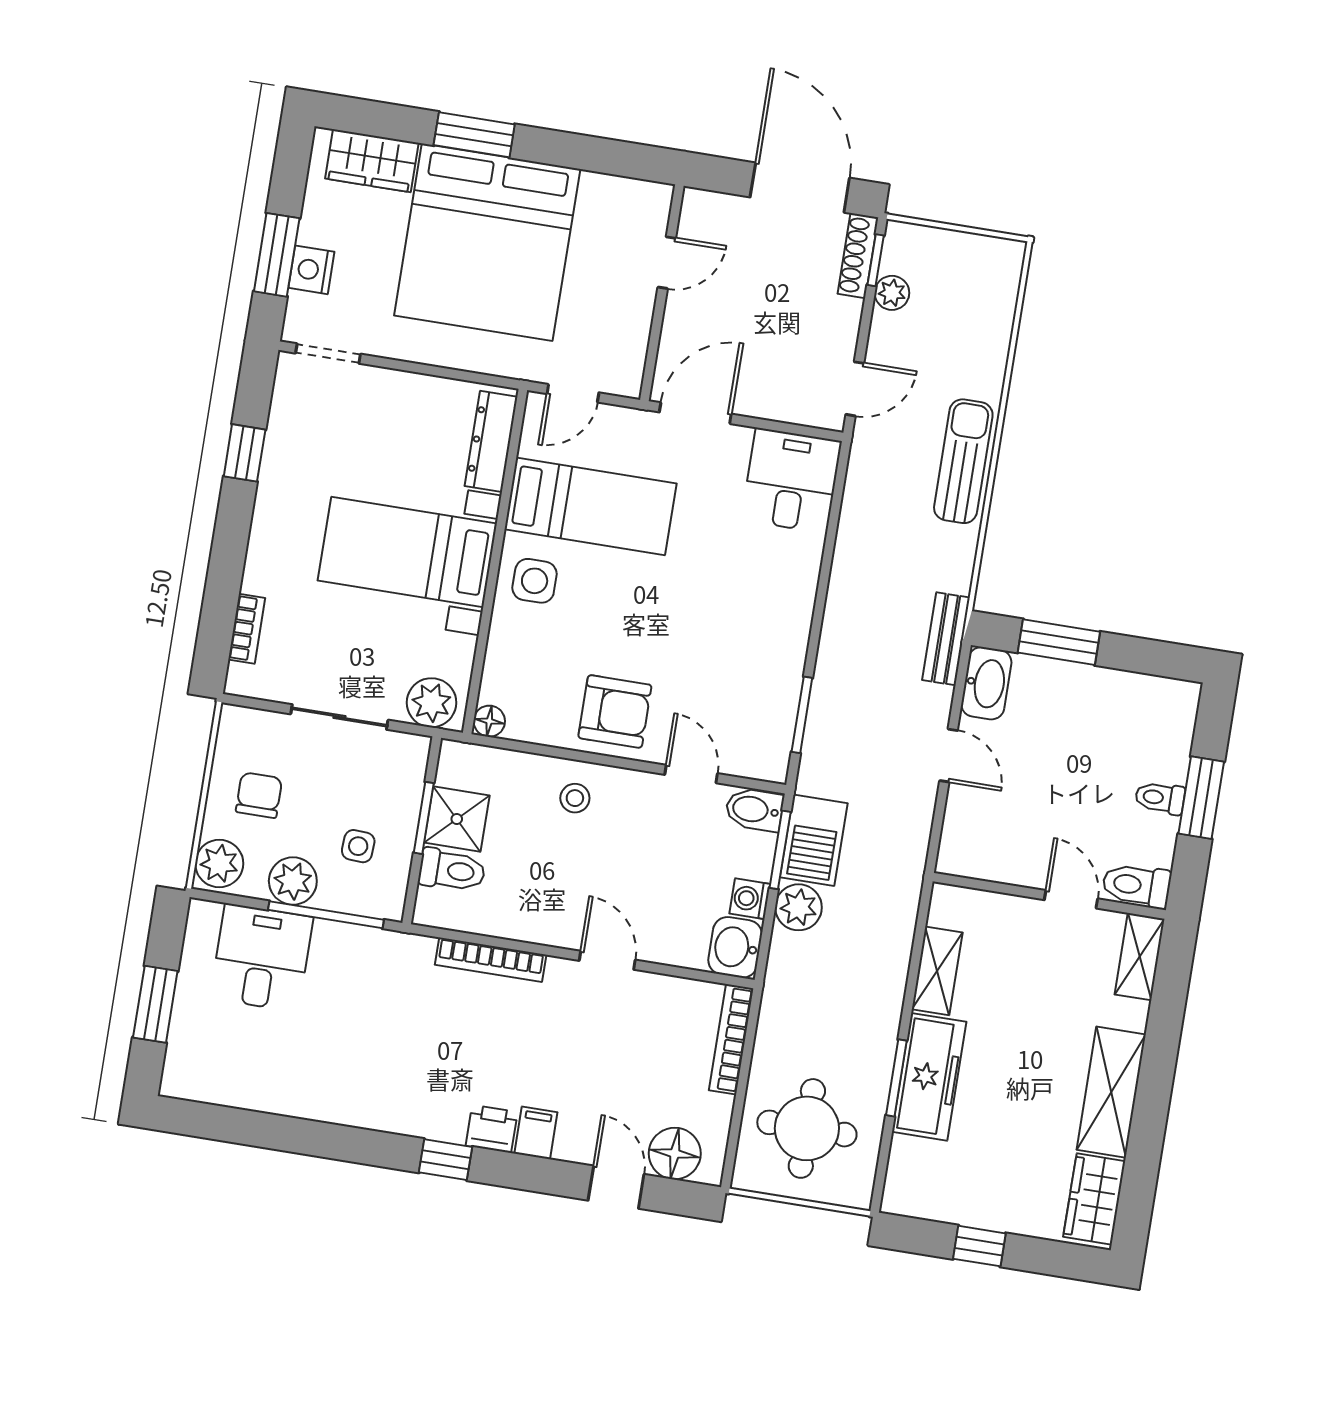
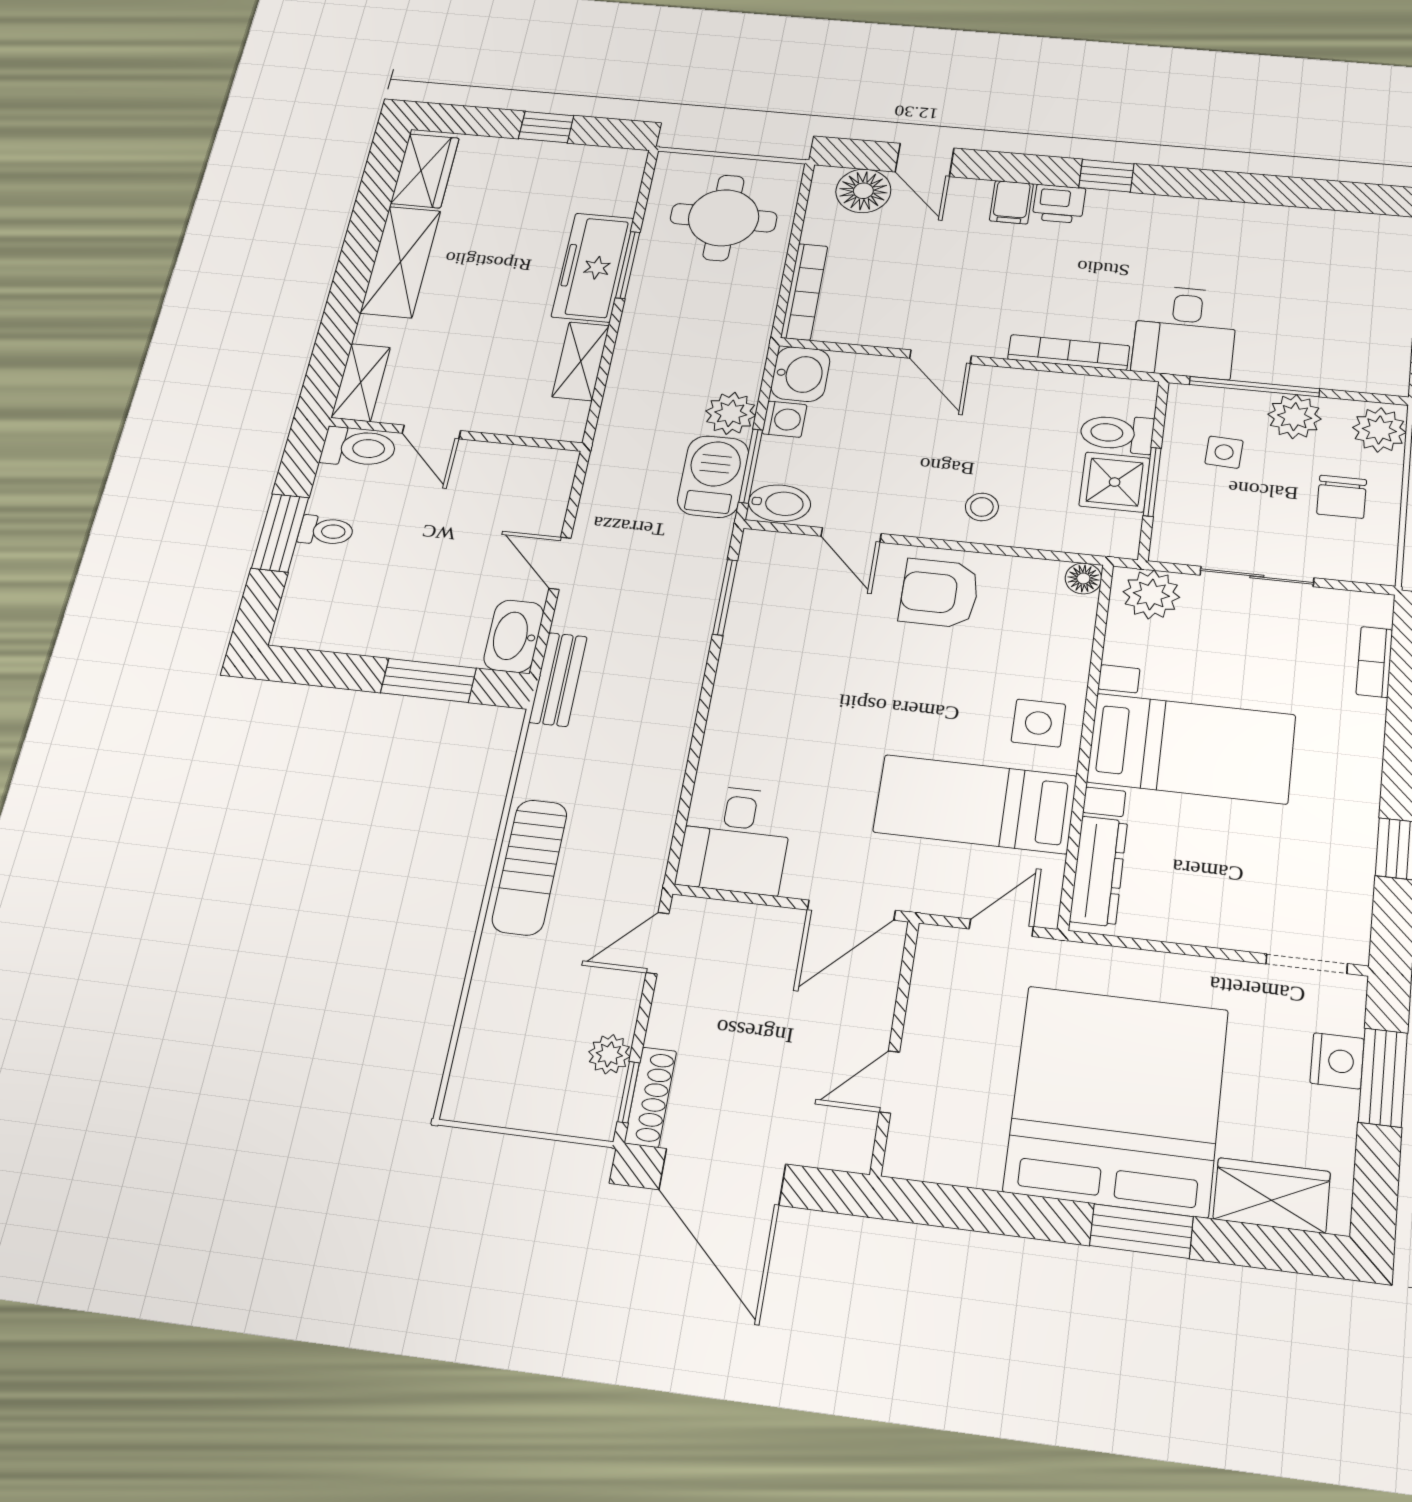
desk: (262, 958) -> (1185, 332), moved

